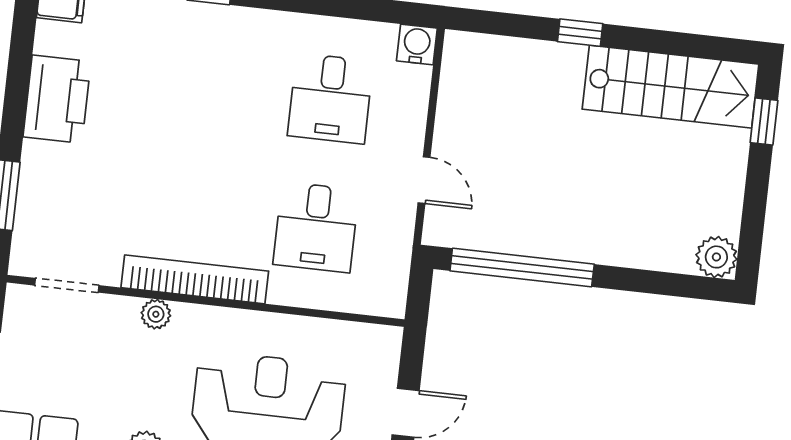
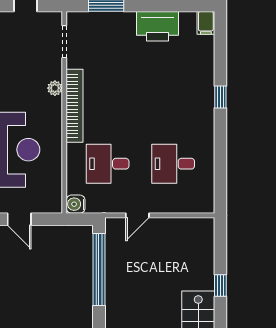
water cooler: (417, 44) -> (76, 204), moved, turned 180

